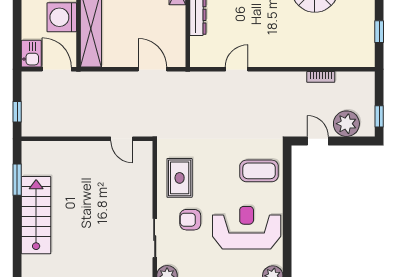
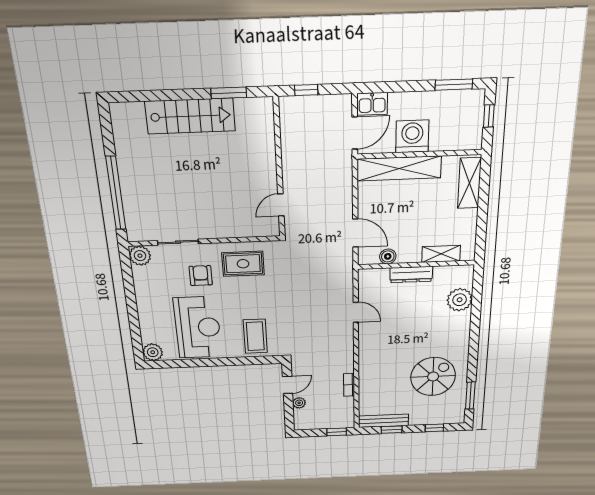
boiler: (178, 38) -> (388, 256), added
bench: (367, 41) -> (383, 421), added
door: (152, 69) -> (355, 233), hinge flipped
window: (379, 116) -> (337, 432), moved
plant: (346, 124) -> (299, 403), width x0.53, depth x0.53

